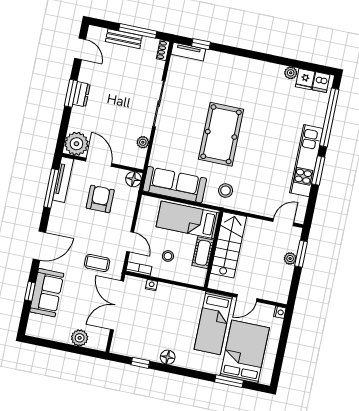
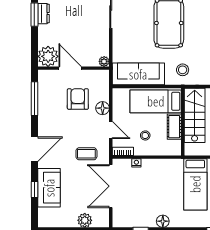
plant: (143, 142) -> (104, 61), moved
tv unit: (63, 179) -> (43, 89), removed
floor lamp: (133, 179) -> (103, 108), moved

